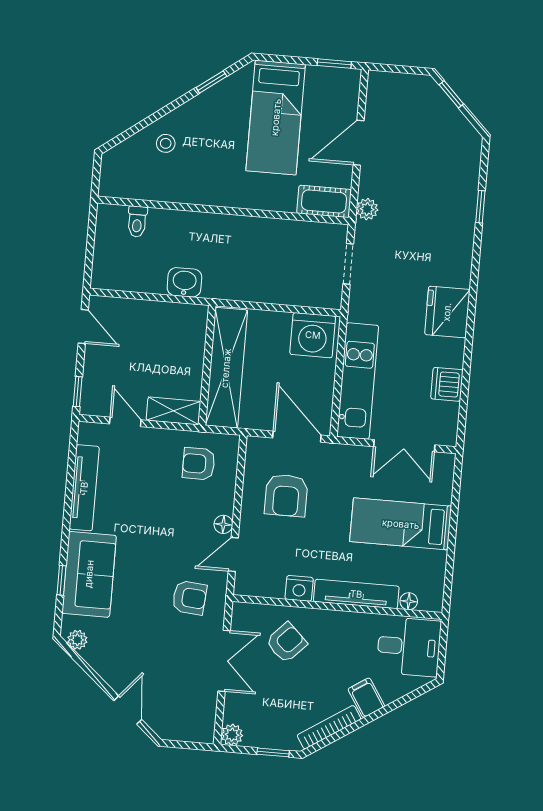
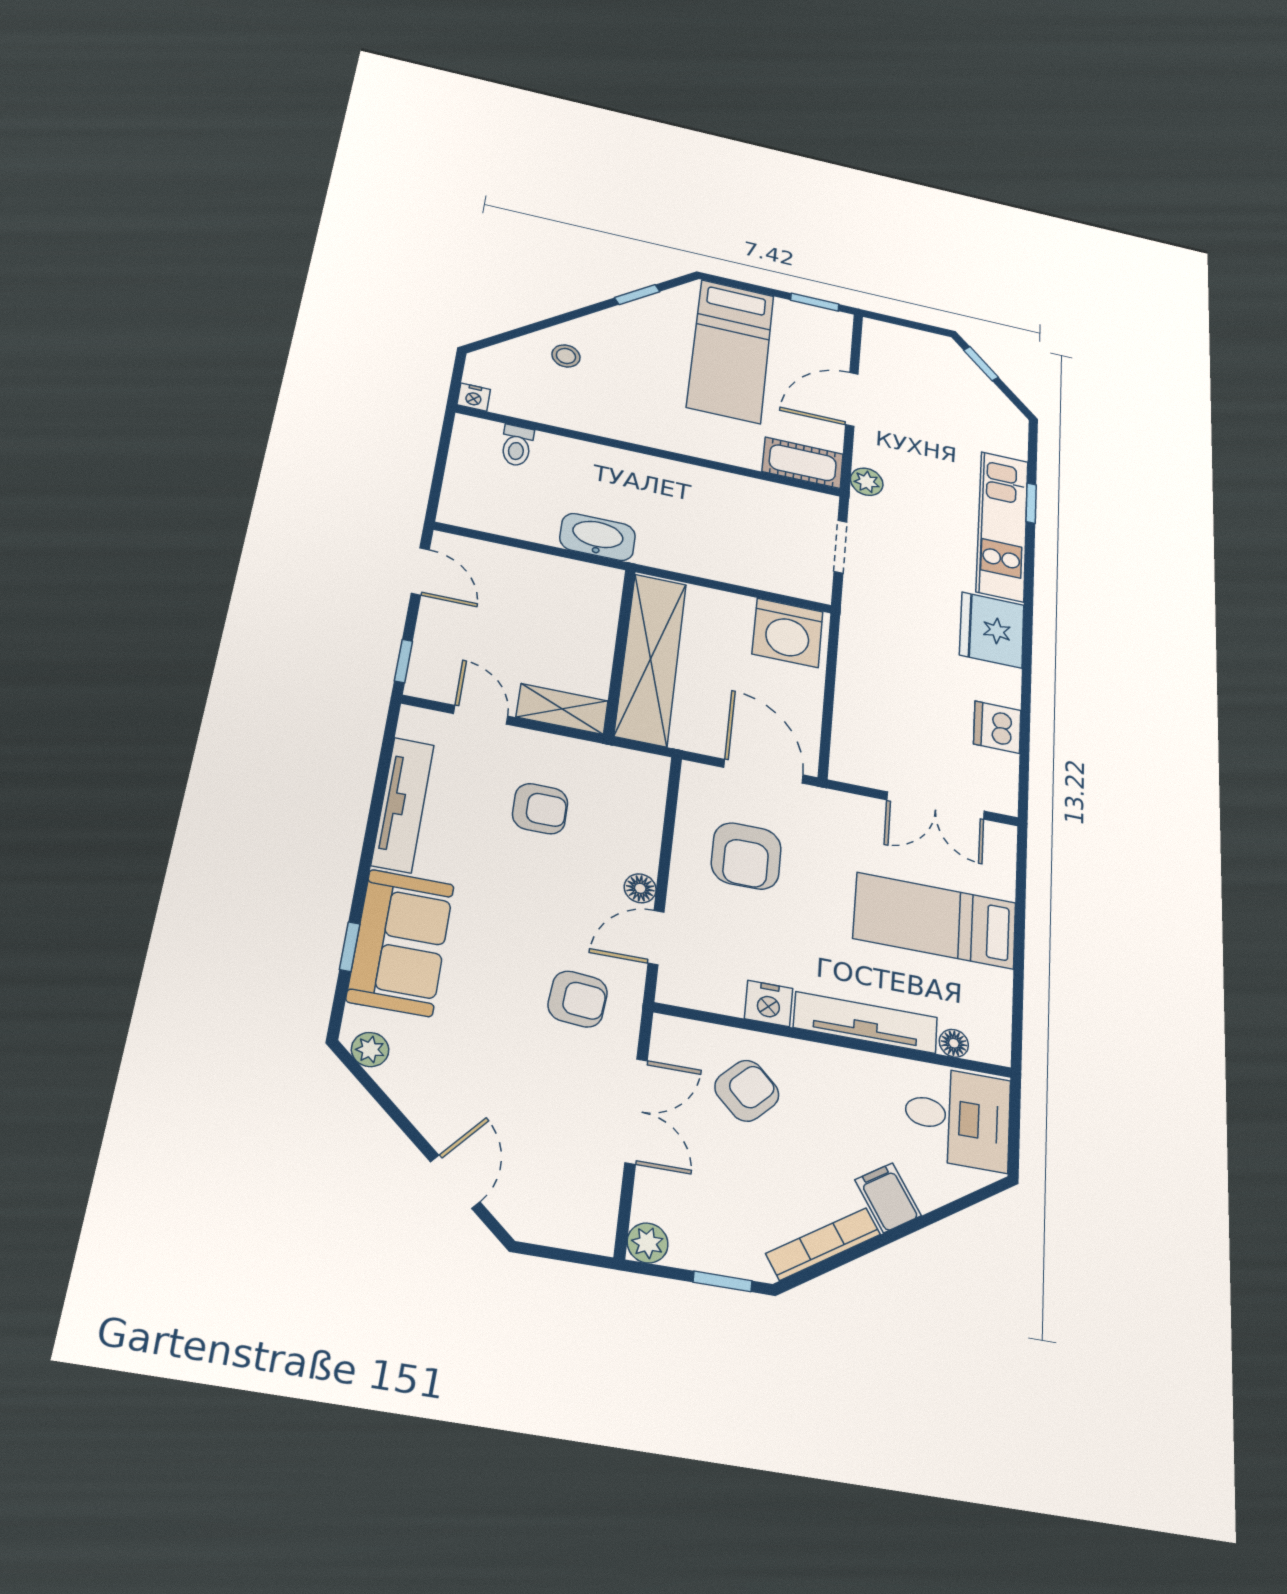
nightstand: (108, 188) -> (474, 397), added
washbasin: (184, 282) -> (598, 537), width x1.38
kitchen unit: (358, 381) -> (1002, 526), moved, turned 180
armchair: (199, 464) -> (540, 809), moved, turned 180

